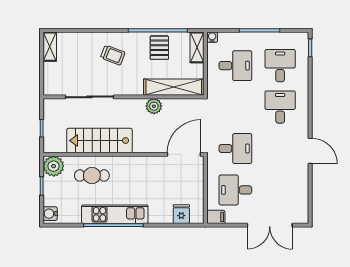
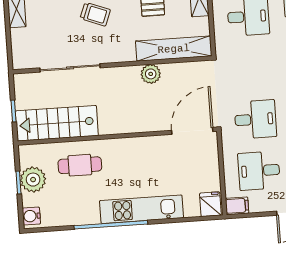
stairs: (99, 141) -> (57, 123), moved
plant: (54, 166) -> (33, 180), moved
kitchen unit: (115, 214) -> (142, 209), moved
fridge: (181, 214) -> (210, 204), moved

